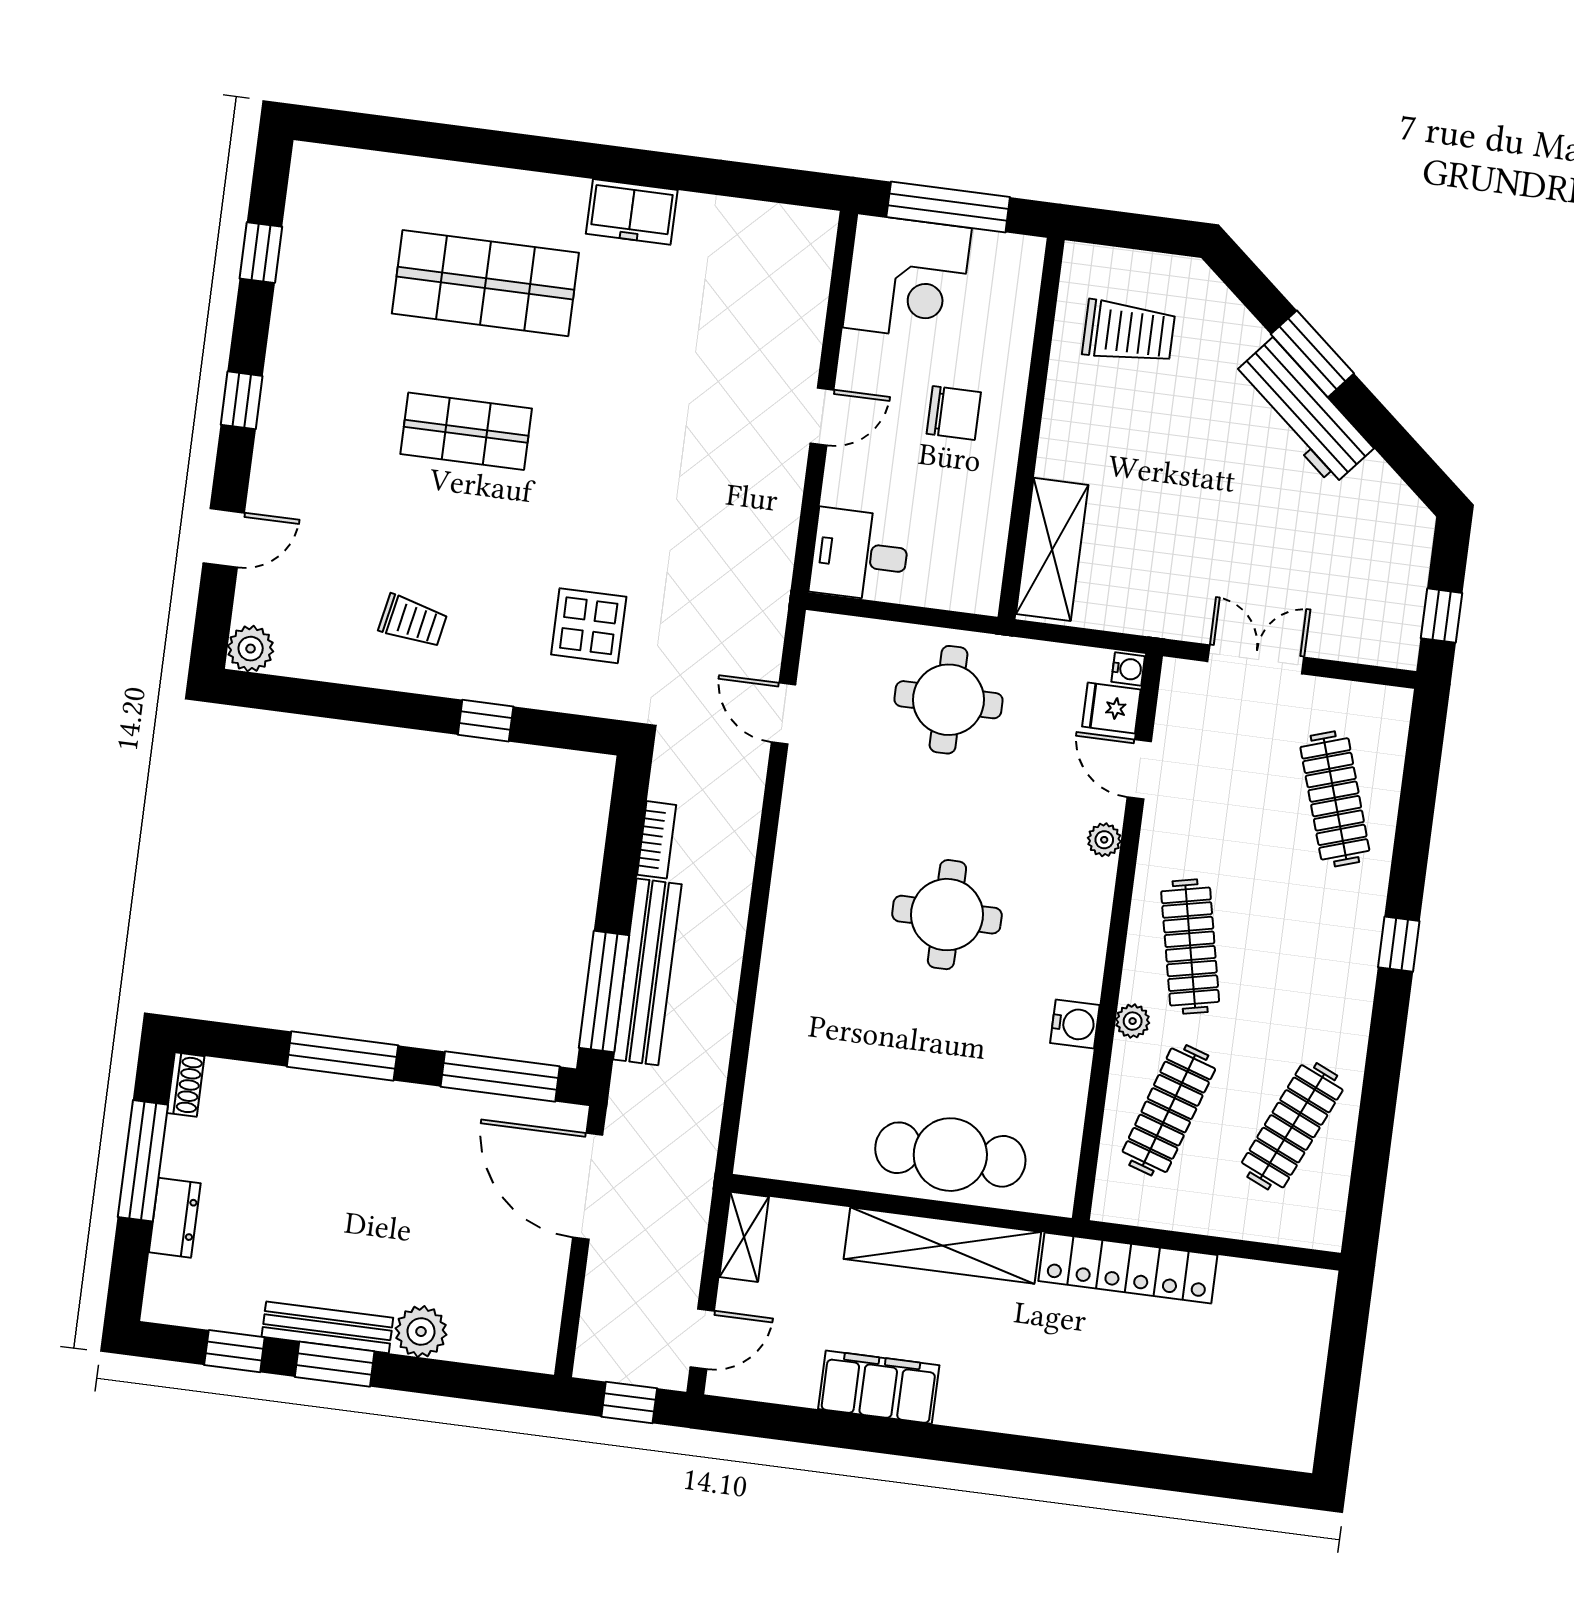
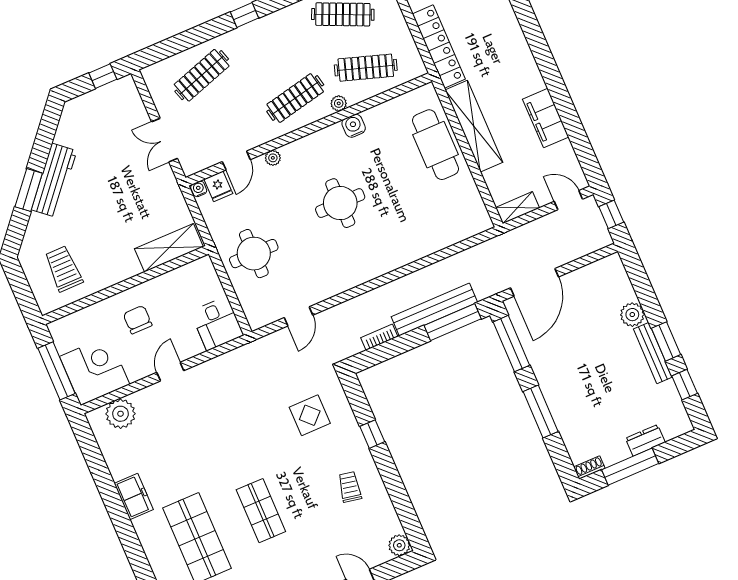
plant: (799, 278) -> (121, 414), added
door: (822, 416) -> (170, 372), hinge flipped

